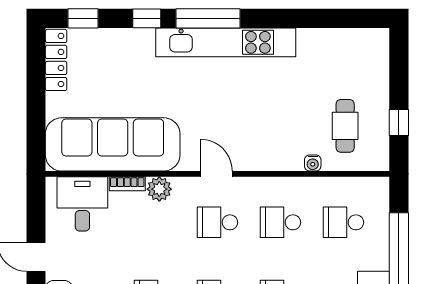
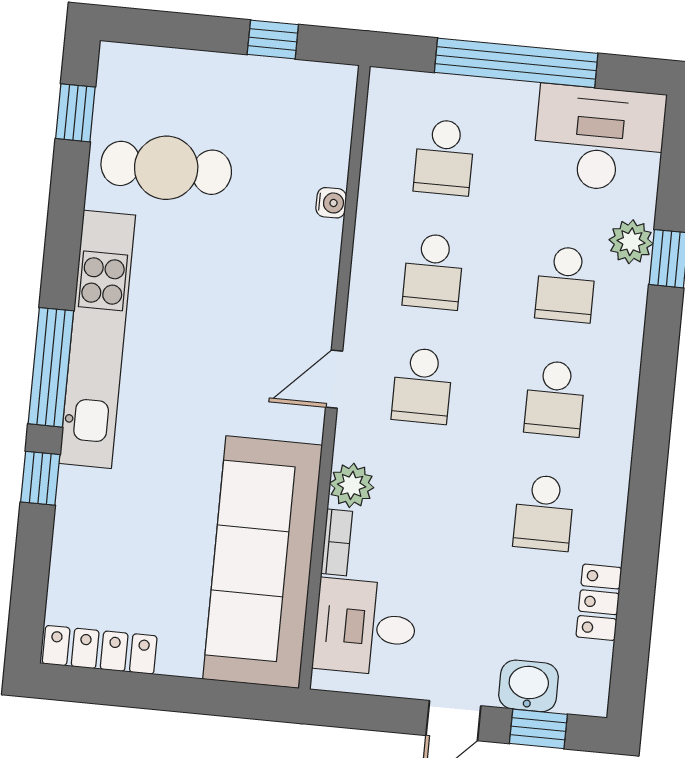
window: (83, 18) -> (75, 113), moved
cafe table: (345, 126) -> (166, 168), moved, width x1.37, depth x1.35

